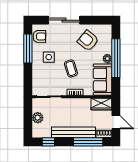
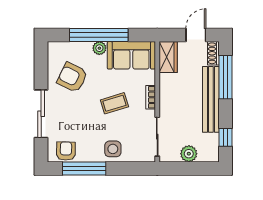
armchair: (88, 41) -> (72, 77), turned 77
side table: (49, 57) -> (113, 149), moved

